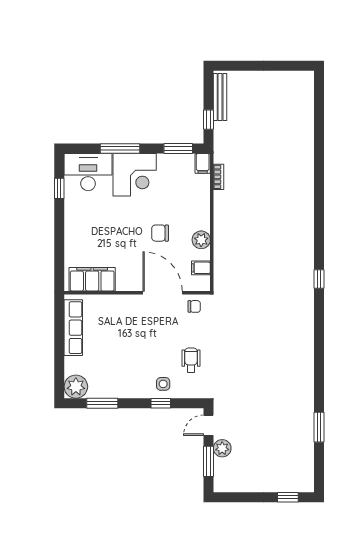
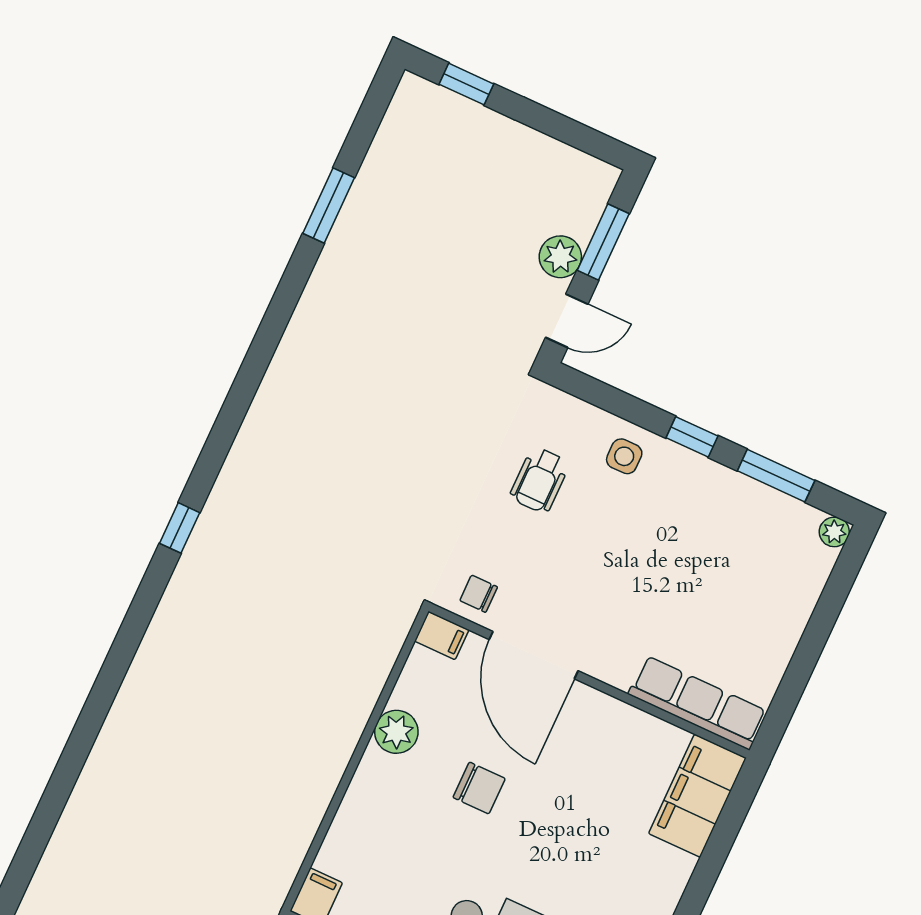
bookcase: (219, 177) -> (295, 851), removed
filing cabinet: (201, 268) -> (442, 635), moved
filing cabinet: (92, 279) -> (697, 796), moved, turned 90
row of seats: (73, 328) -> (698, 703), moved, turned 90
plant: (76, 387) -> (834, 532), width x0.53, depth x0.53
window: (161, 403) -> (692, 437), moved

